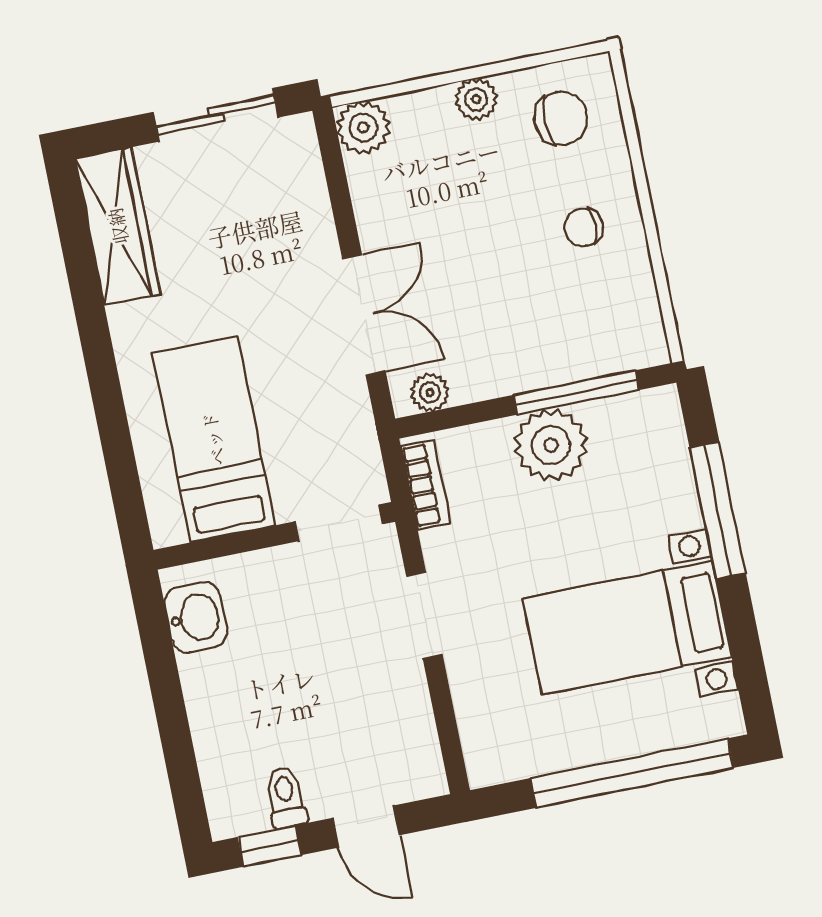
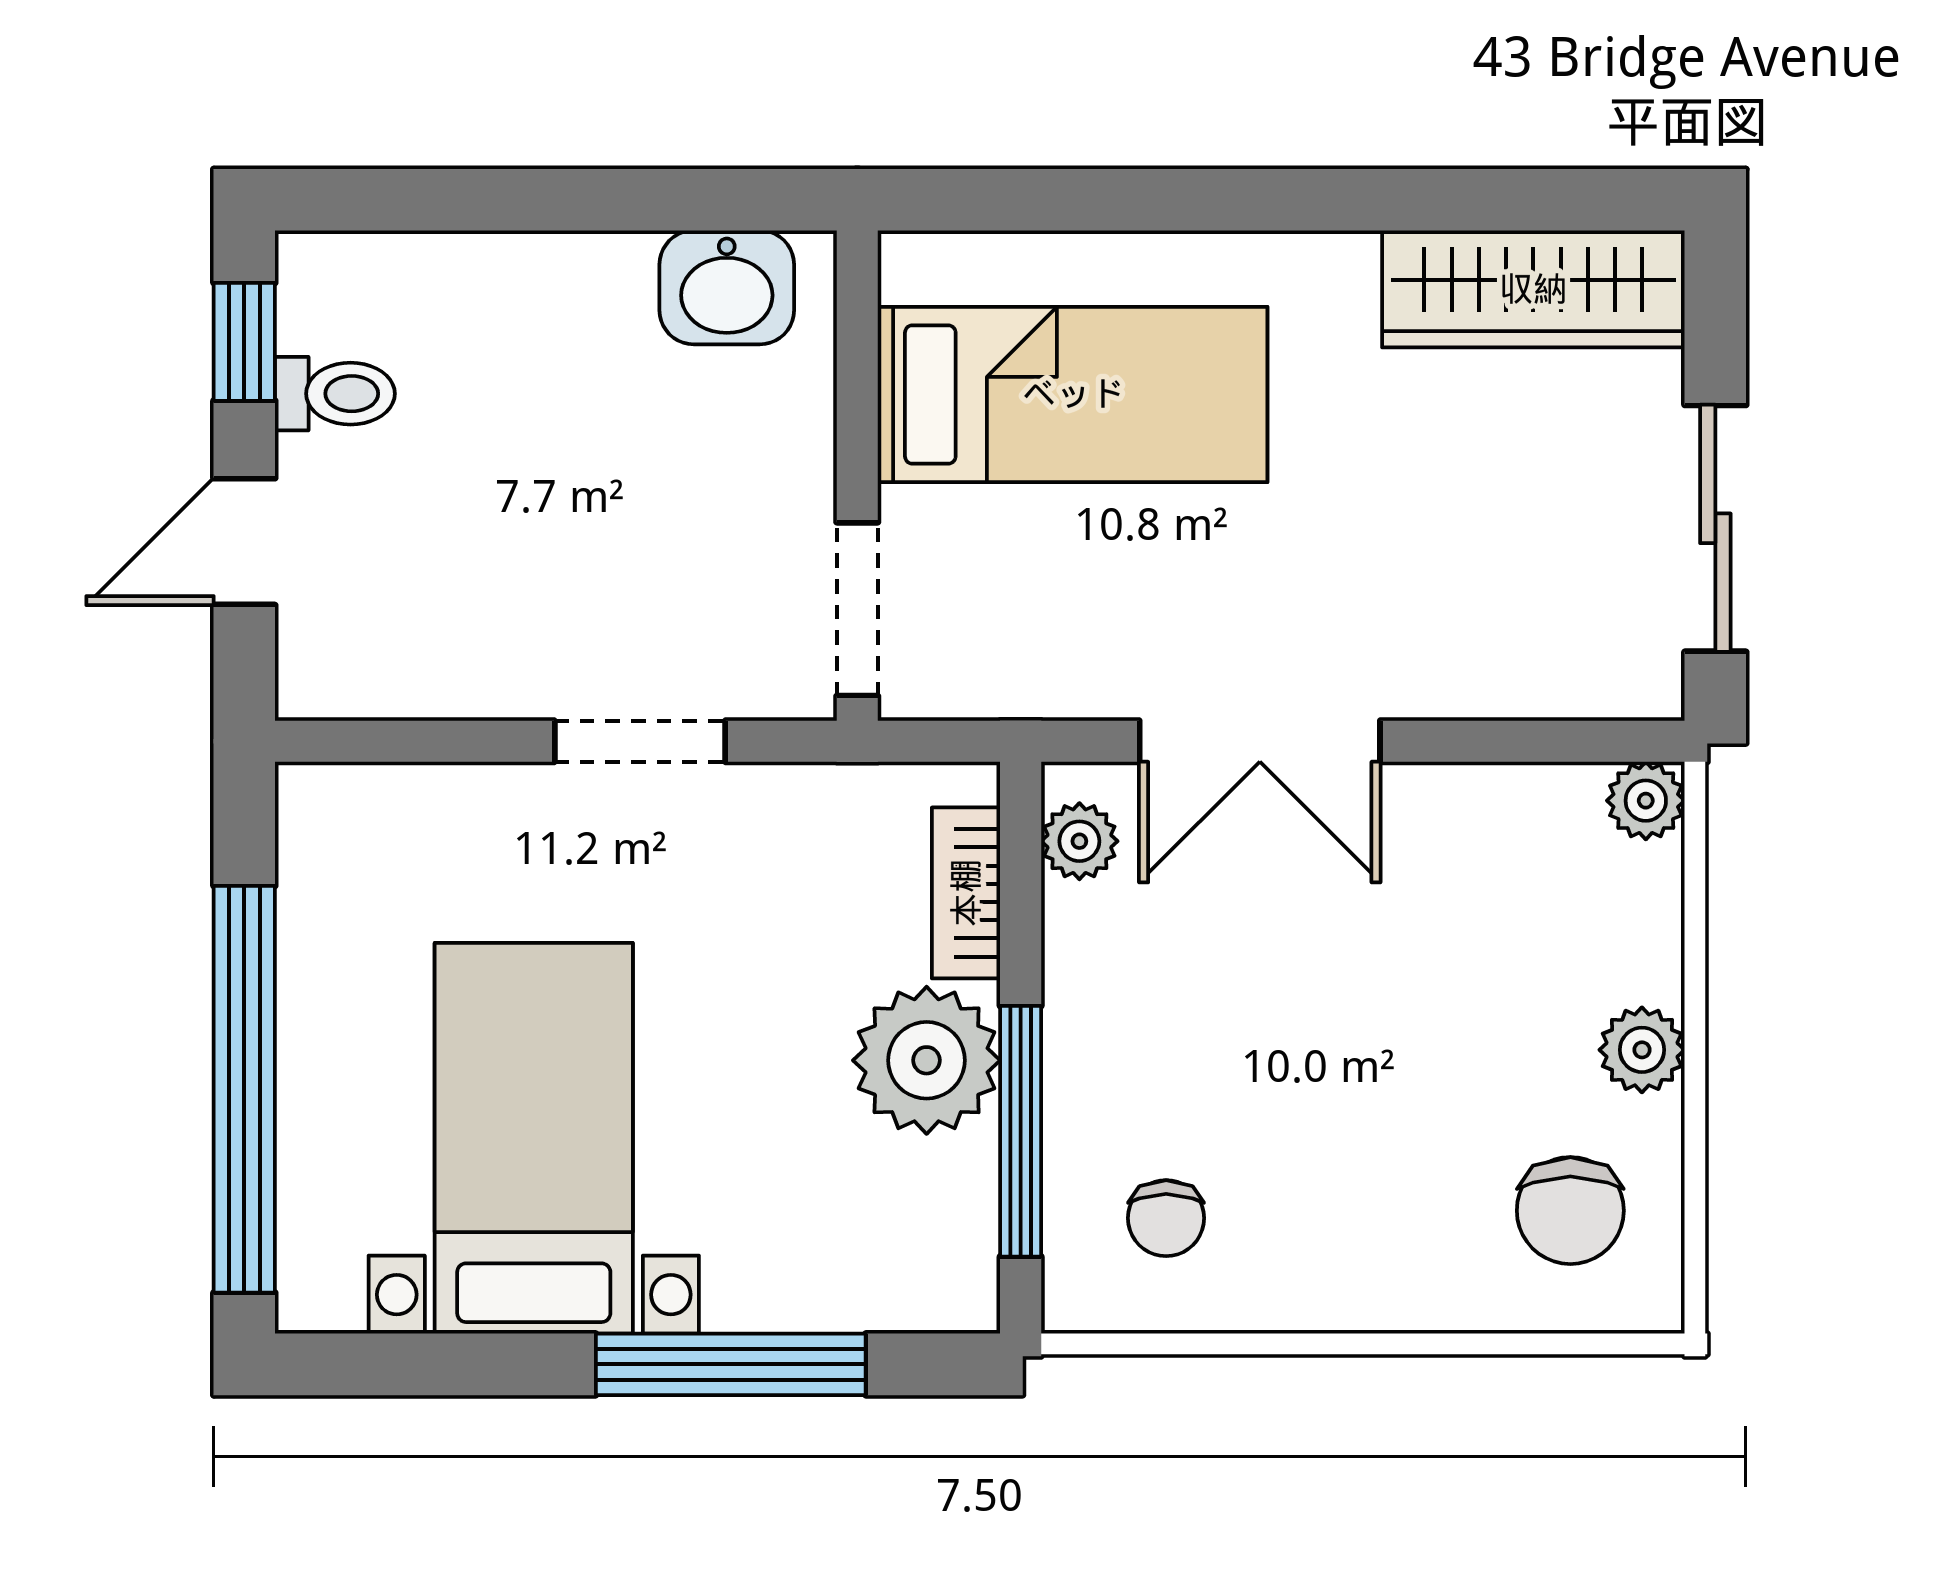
plant: (363, 127) -> (1646, 801), width x0.73, depth x0.73
chair: (584, 227) -> (1166, 1218), moved, turned 180
bookcase: (426, 484) -> (966, 893), moved, turned 90

